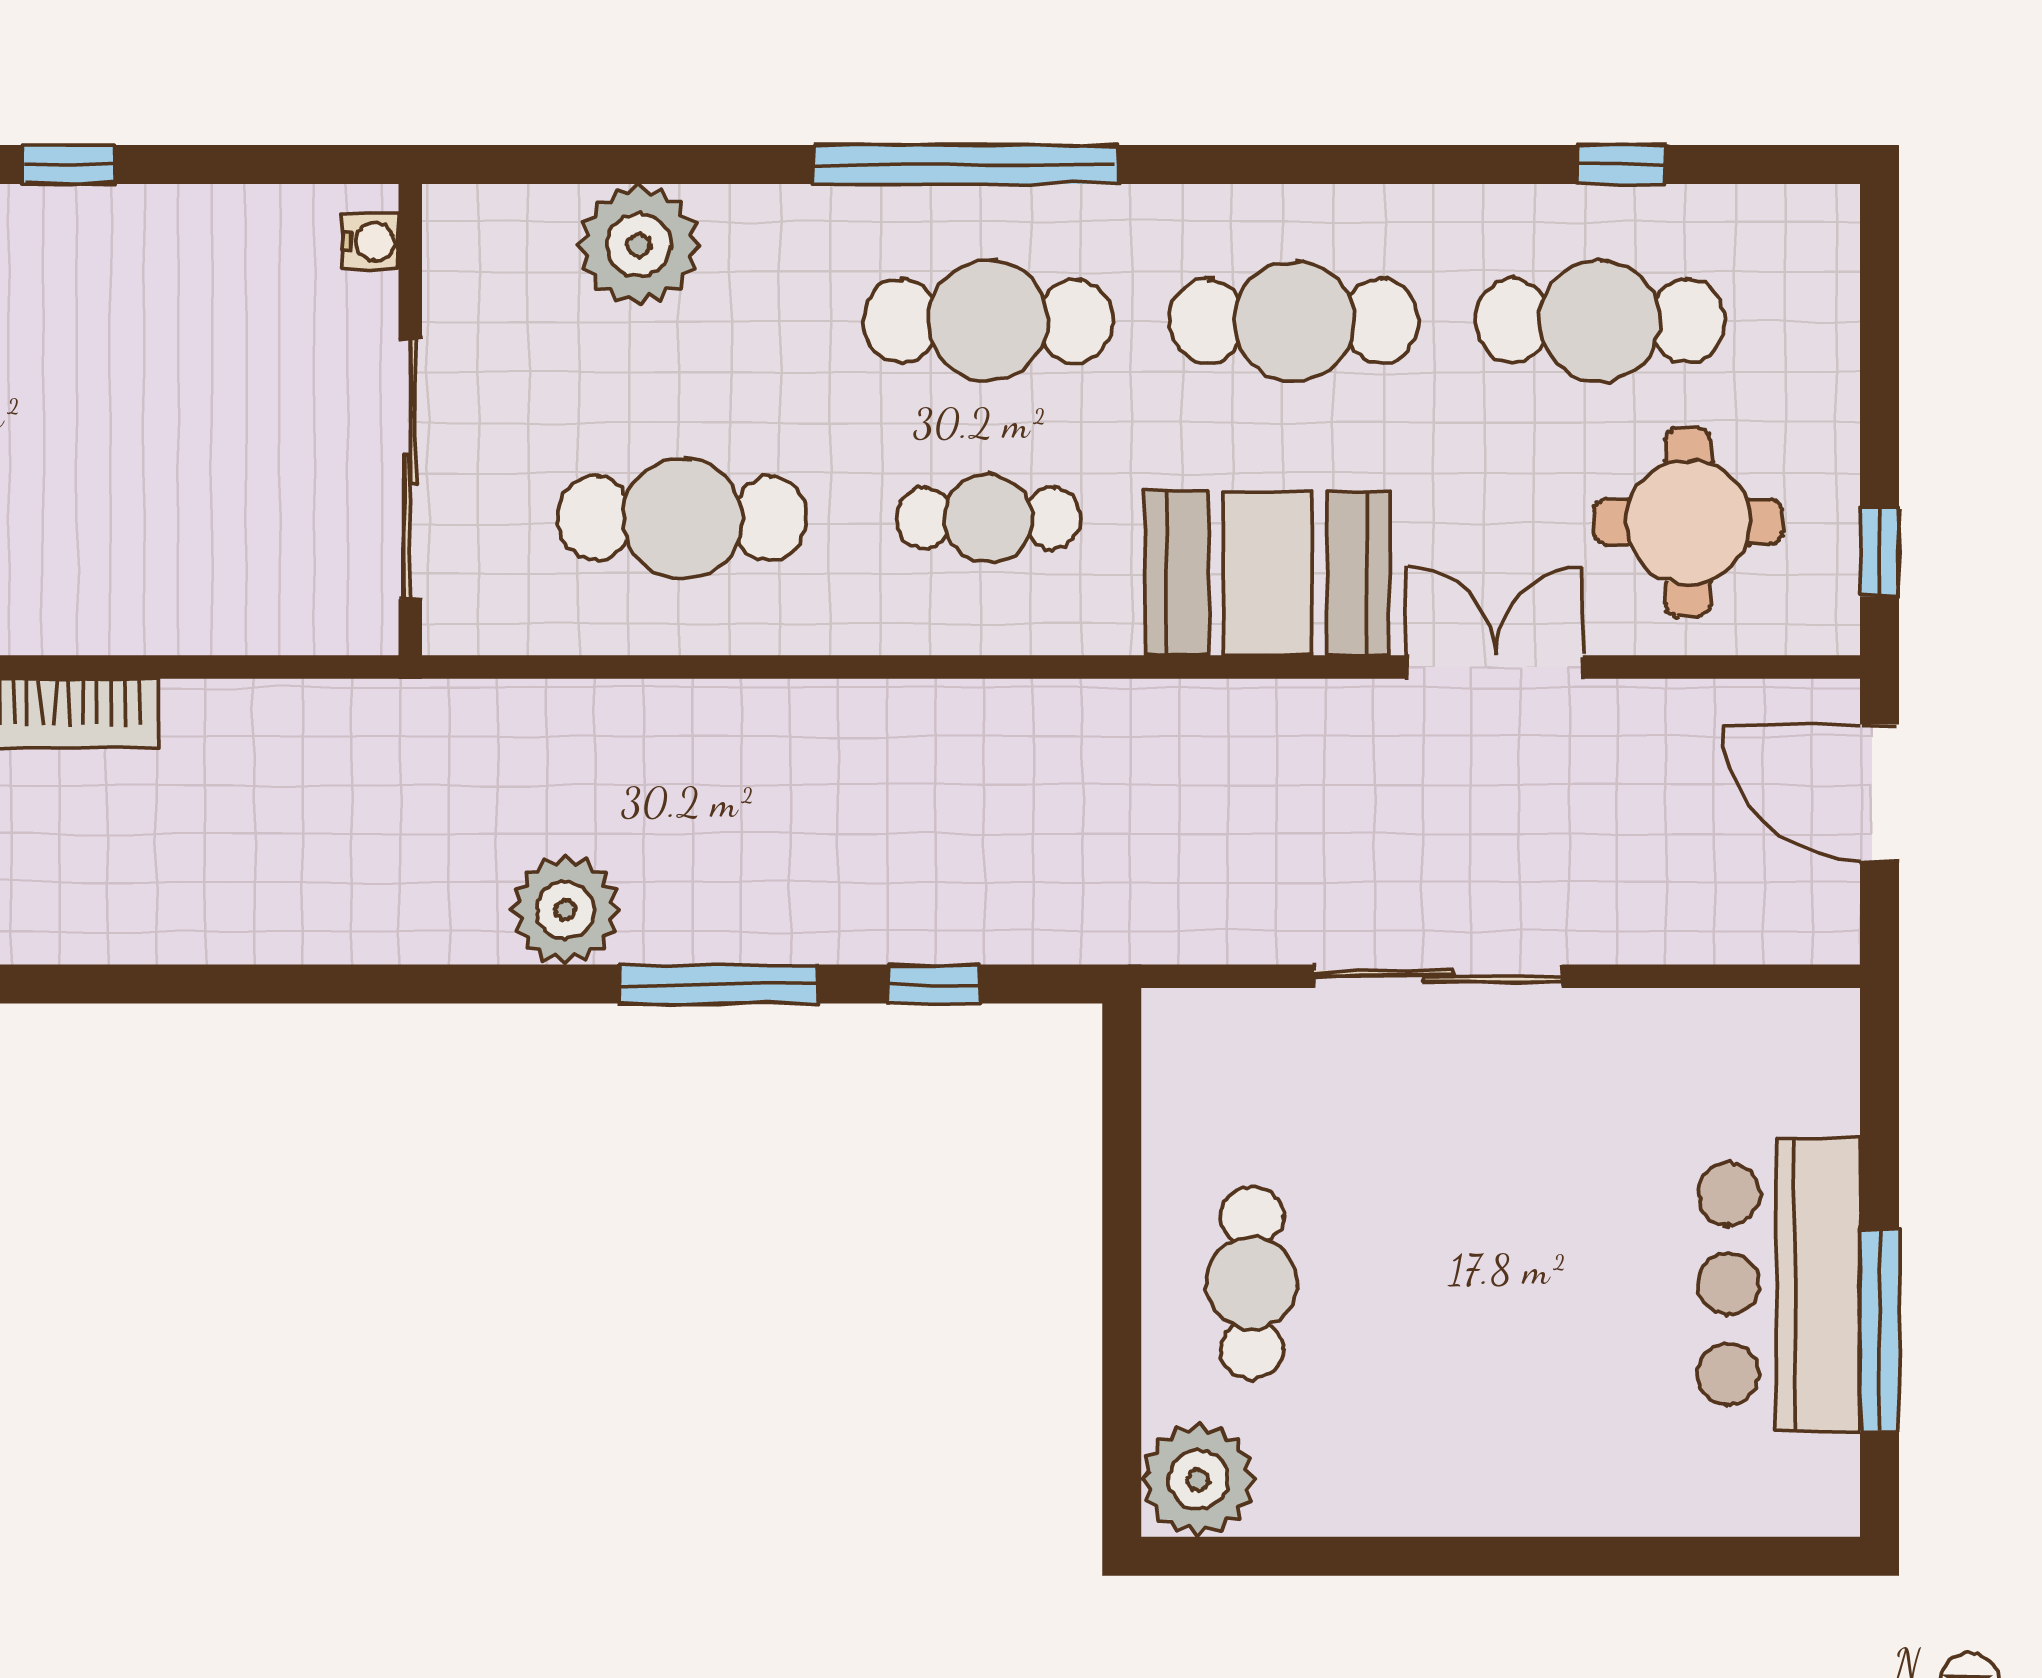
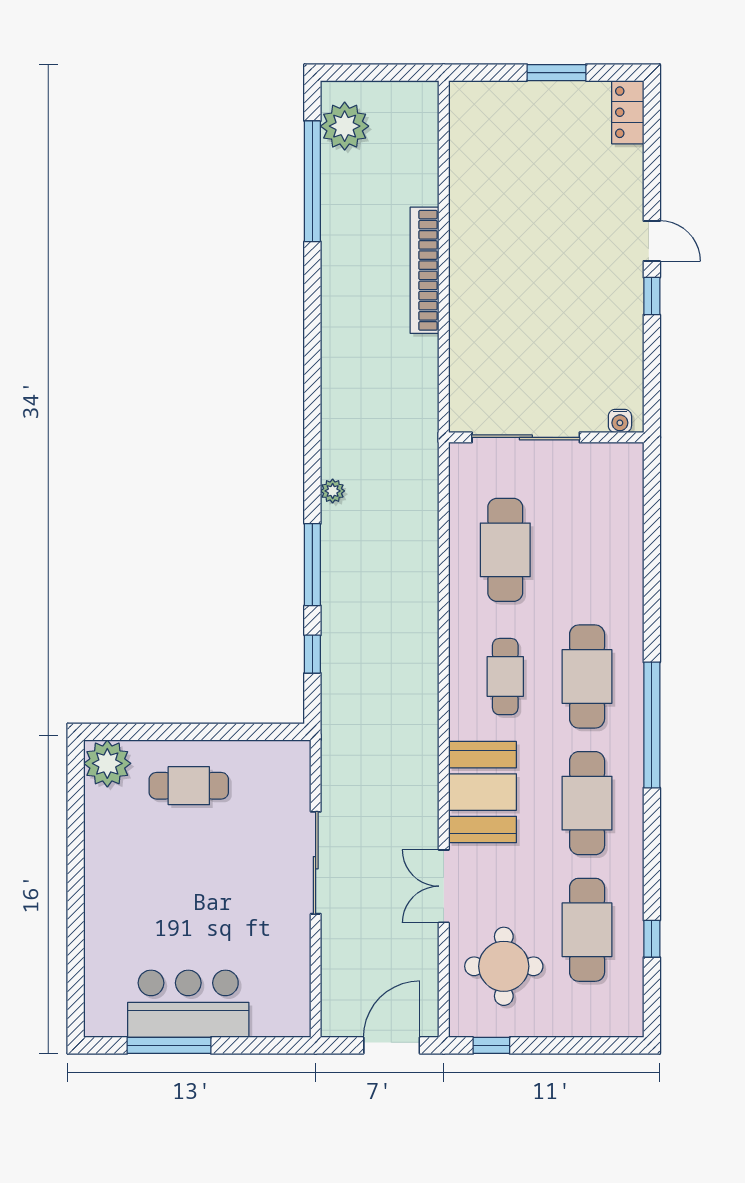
window: (965, 164) -> (652, 725), moved
plant: (639, 245) -> (618, 532), removed
double door: (1495, 667) -> (444, 886), swing flipped
plant: (565, 910) -> (333, 491), width x0.53, depth x0.53

